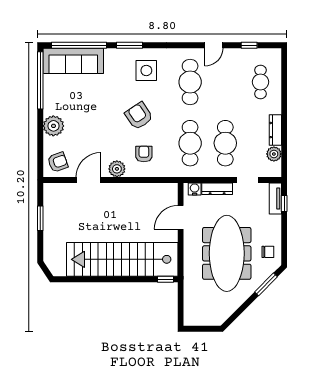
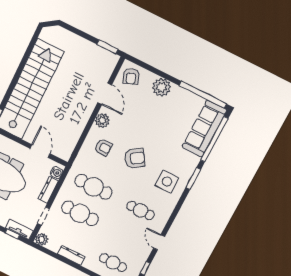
cafe table: (190, 82) -> (141, 210), width x0.73, depth x0.74
plant: (274, 154) -> (42, 239), moved
window: (40, 218) -> (107, 47), moved

